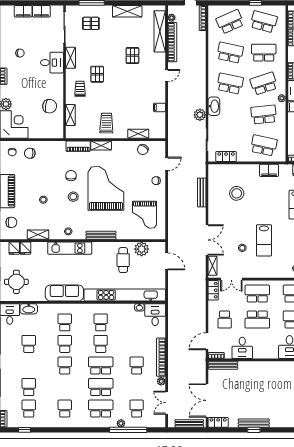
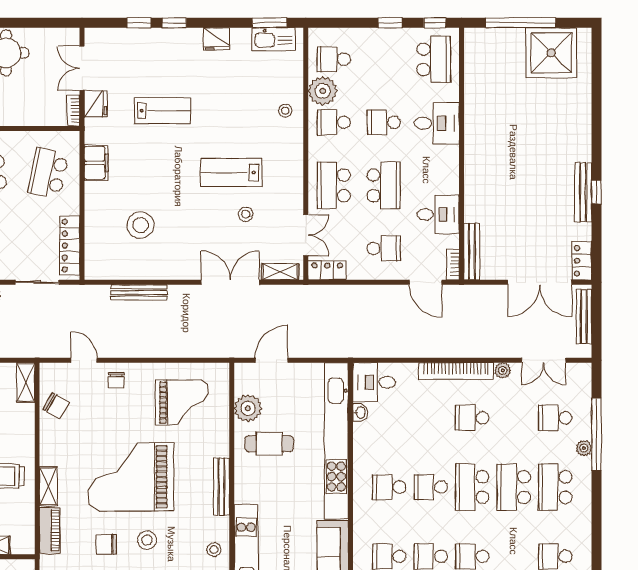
shelving: (138, 134) -> (26, 383), moved
locker: (226, 157) -> (70, 246), width x1.53
lab bench: (264, 240) -> (231, 173), turned 180

